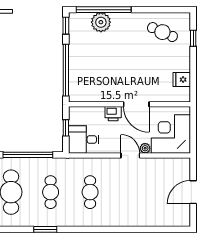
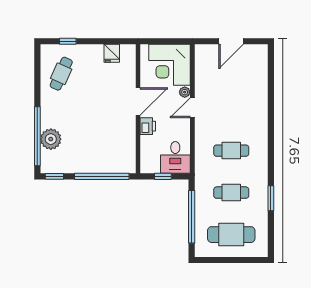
door: (193, 192) -> (231, 41), hinge flipped

